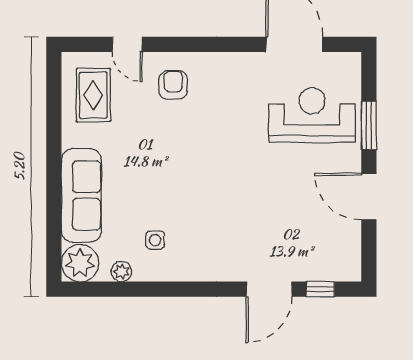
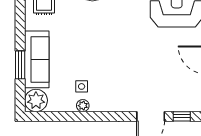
window: (54, 204) -> (20, 65), added
plant: (121, 272) -> (83, 106), moved

